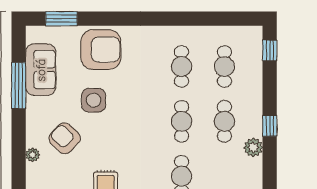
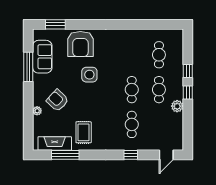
armchair: (101, 50) -> (80, 44), turned 90
window: (270, 50) -> (188, 71), moved
cafe table: (182, 66) -> (132, 55), removed
side table: (94, 100) -> (89, 75), moved

